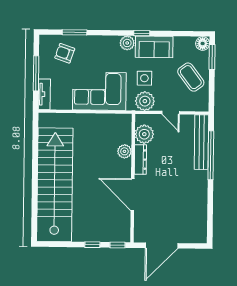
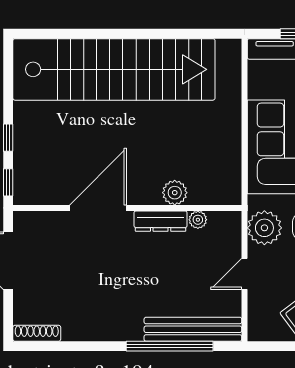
plant: (144, 134) -> (198, 220), width x0.53, depth x0.53
shoe rack: (203, 230) -> (37, 333), added

